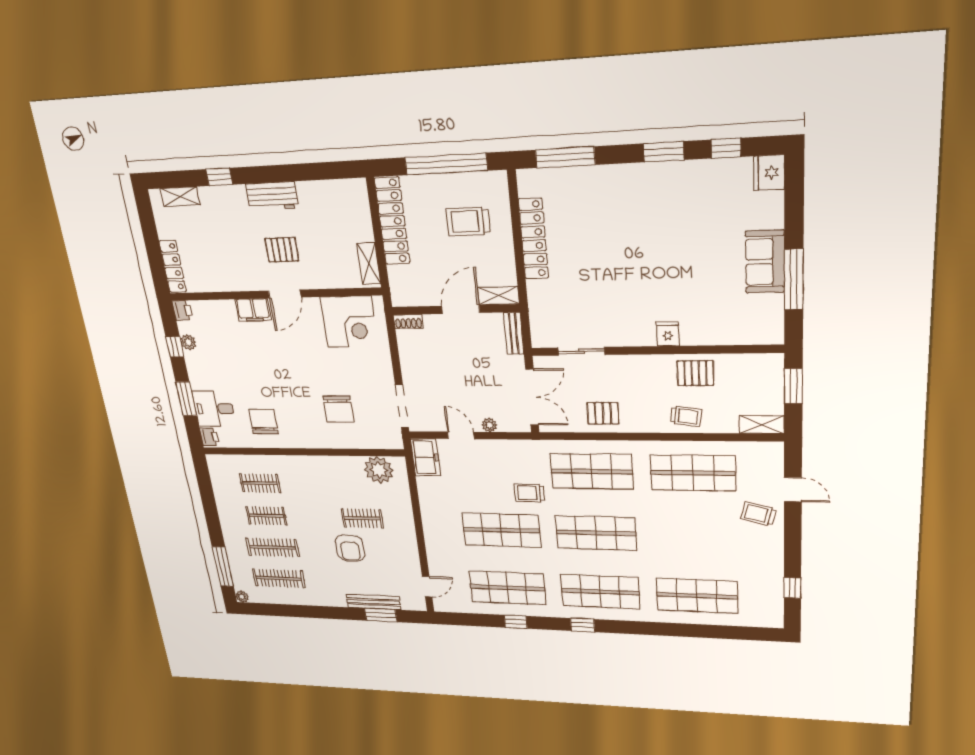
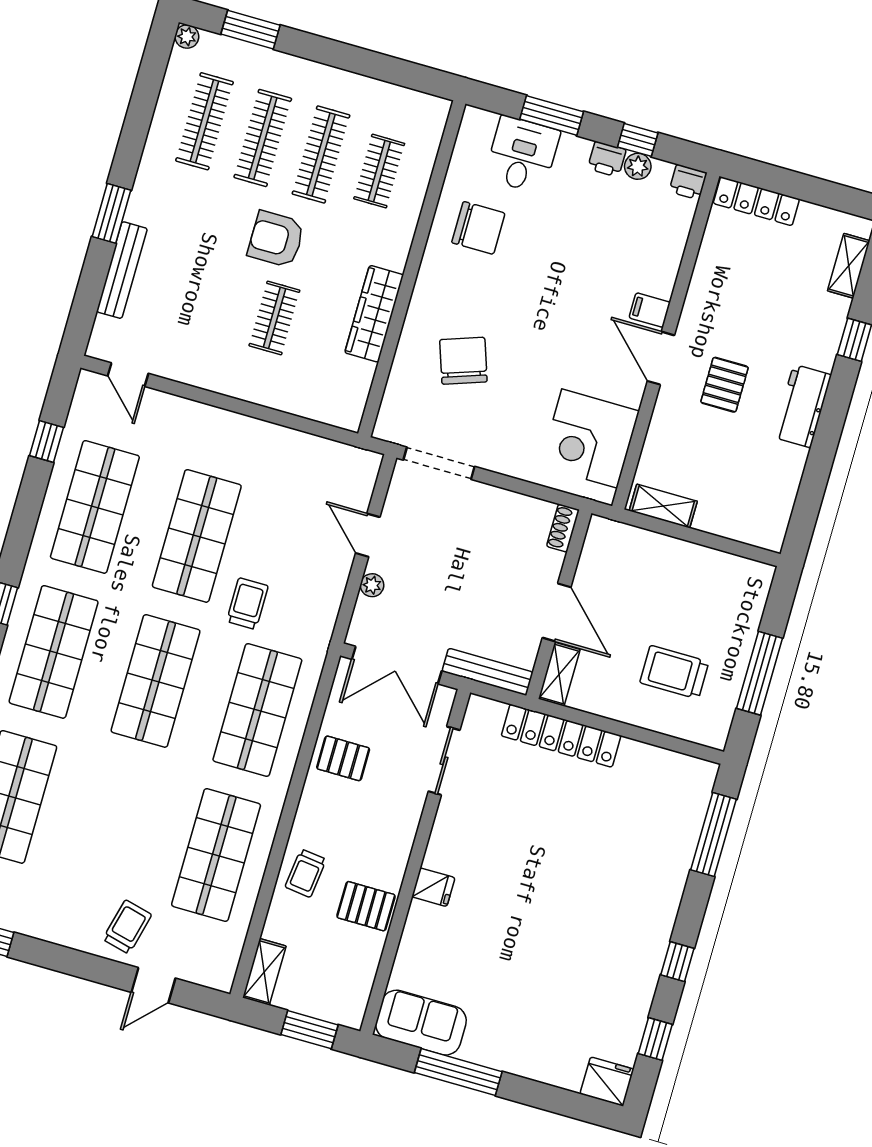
window: (664, 152) -> (677, 962), width x0.67
window: (446, 164) -> (759, 673), width x0.68
locker: (392, 221) -> (710, 566), removed
trolley: (468, 222) -> (674, 672), turned -90
locker: (534, 239) -> (561, 736), moved
sofa: (765, 262) -> (421, 1023), moved
filing cabinet: (253, 310) -> (650, 310), width x0.50
bench: (514, 333) -> (488, 672), width x1.36
pallet: (695, 373) -> (366, 906), turned 90
chair: (338, 409) -> (463, 361), turned 71
pallet: (603, 413) -> (343, 758), turned 90
door: (461, 435) -> (368, 535), swing flipped
printer: (209, 437) -> (607, 159), moved
freezer: (425, 457) -> (348, 465), removed
wardrobe: (336, 466) -> (374, 314), added
plant: (379, 470) -> (348, 382), removed
clothes rail: (266, 516) -> (321, 155), width x1.36
armchair: (350, 548) -> (276, 239), moved
window: (223, 567) -> (251, 30), width x0.69
window: (381, 615) -> (111, 213), moved
window: (516, 622) -> (47, 441), moved

